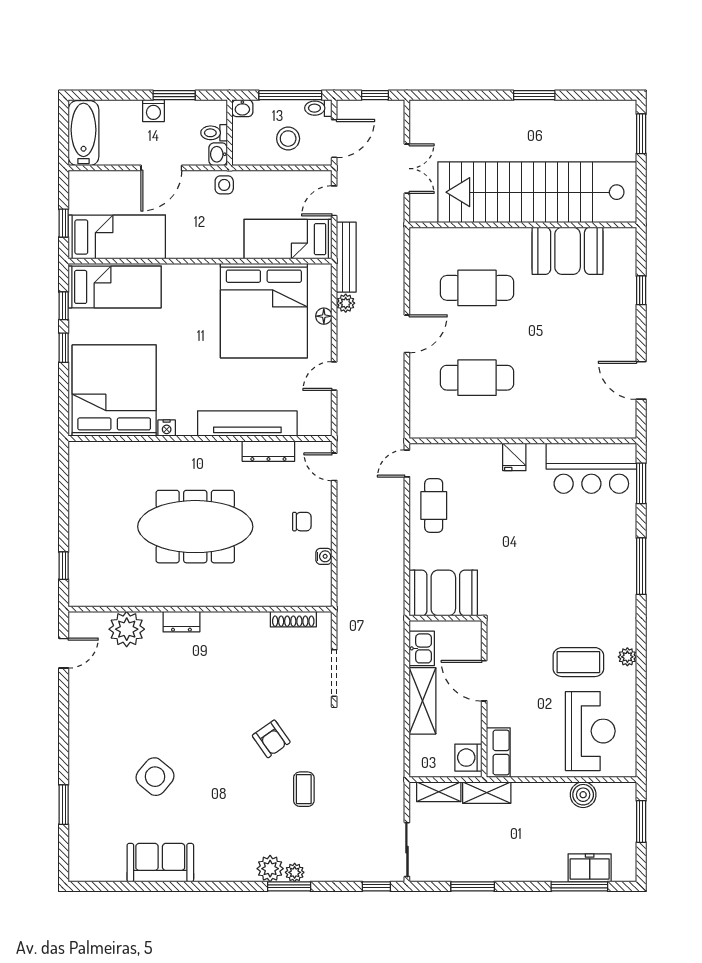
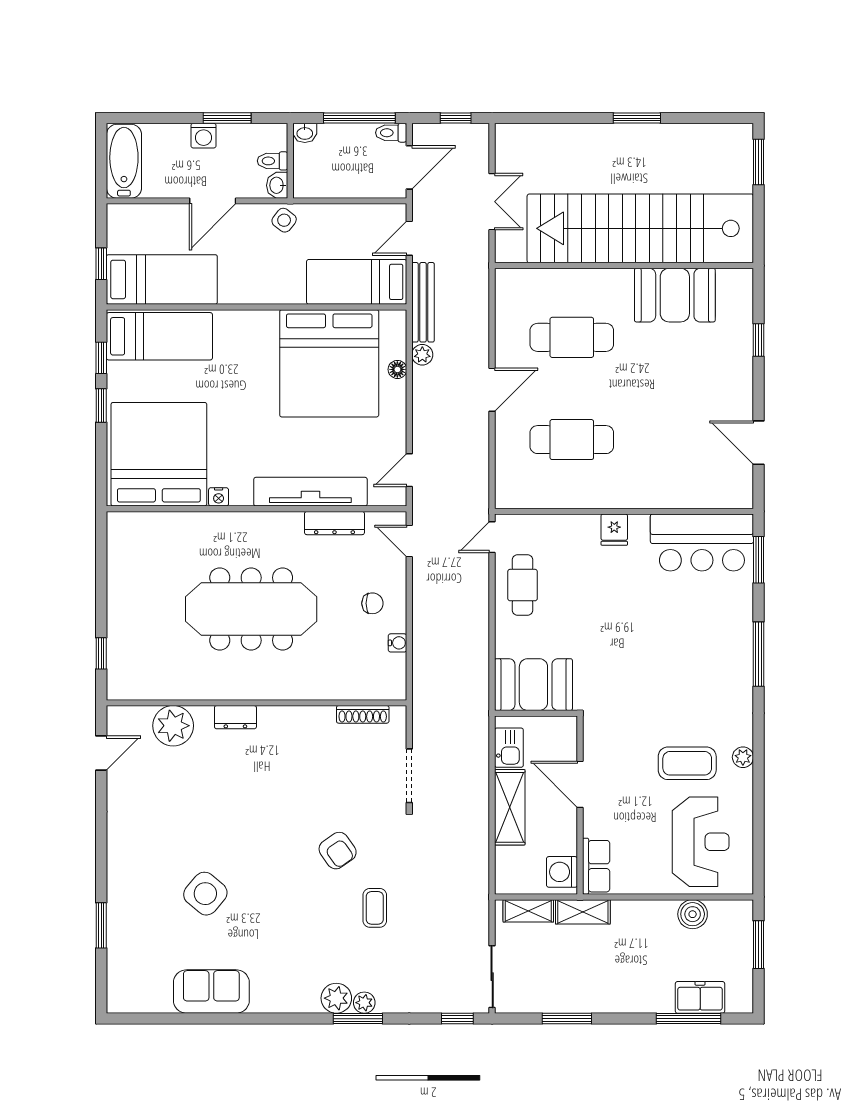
stool: (288, 139) -> (357, 167), removed
side table: (224, 185) -> (284, 220), turned 38
door: (334, 376) -> (409, 470), moved

